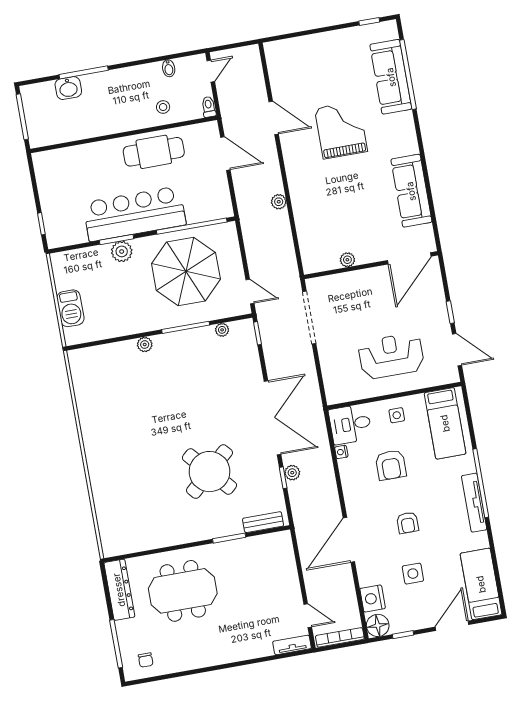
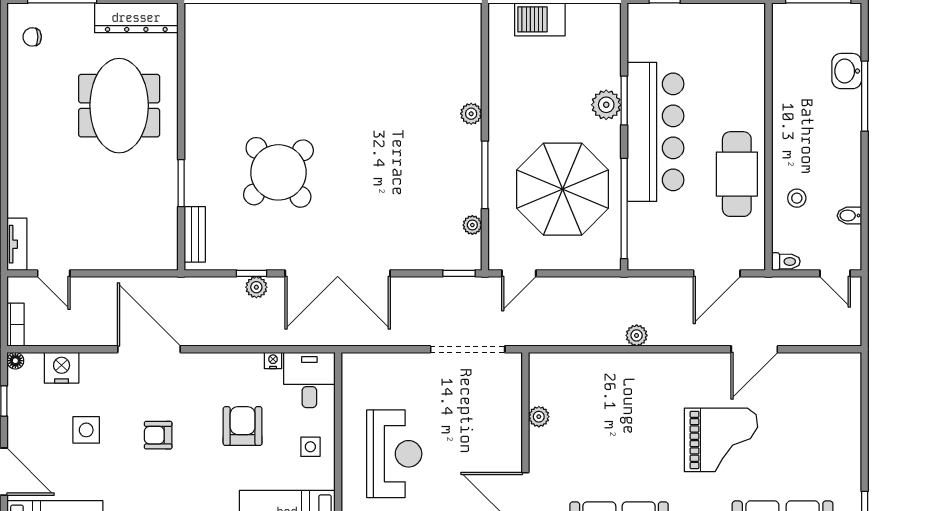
armchair: (391, 465) -> (243, 426), turned 90
door: (308, 616) -> (54, 273), hinge flipped
floor lamp: (378, 625) -> (15, 361), width x0.53, depth x0.53
bookcase: (340, 637) -> (16, 325), width x0.64

